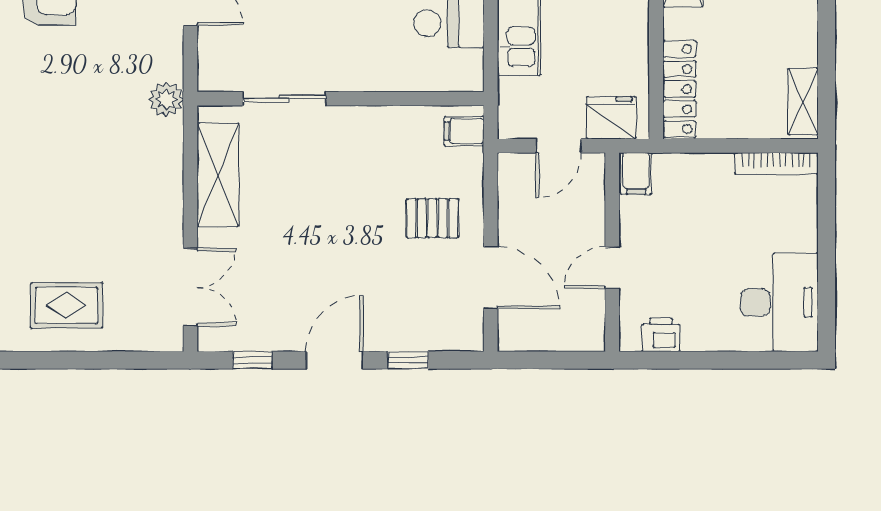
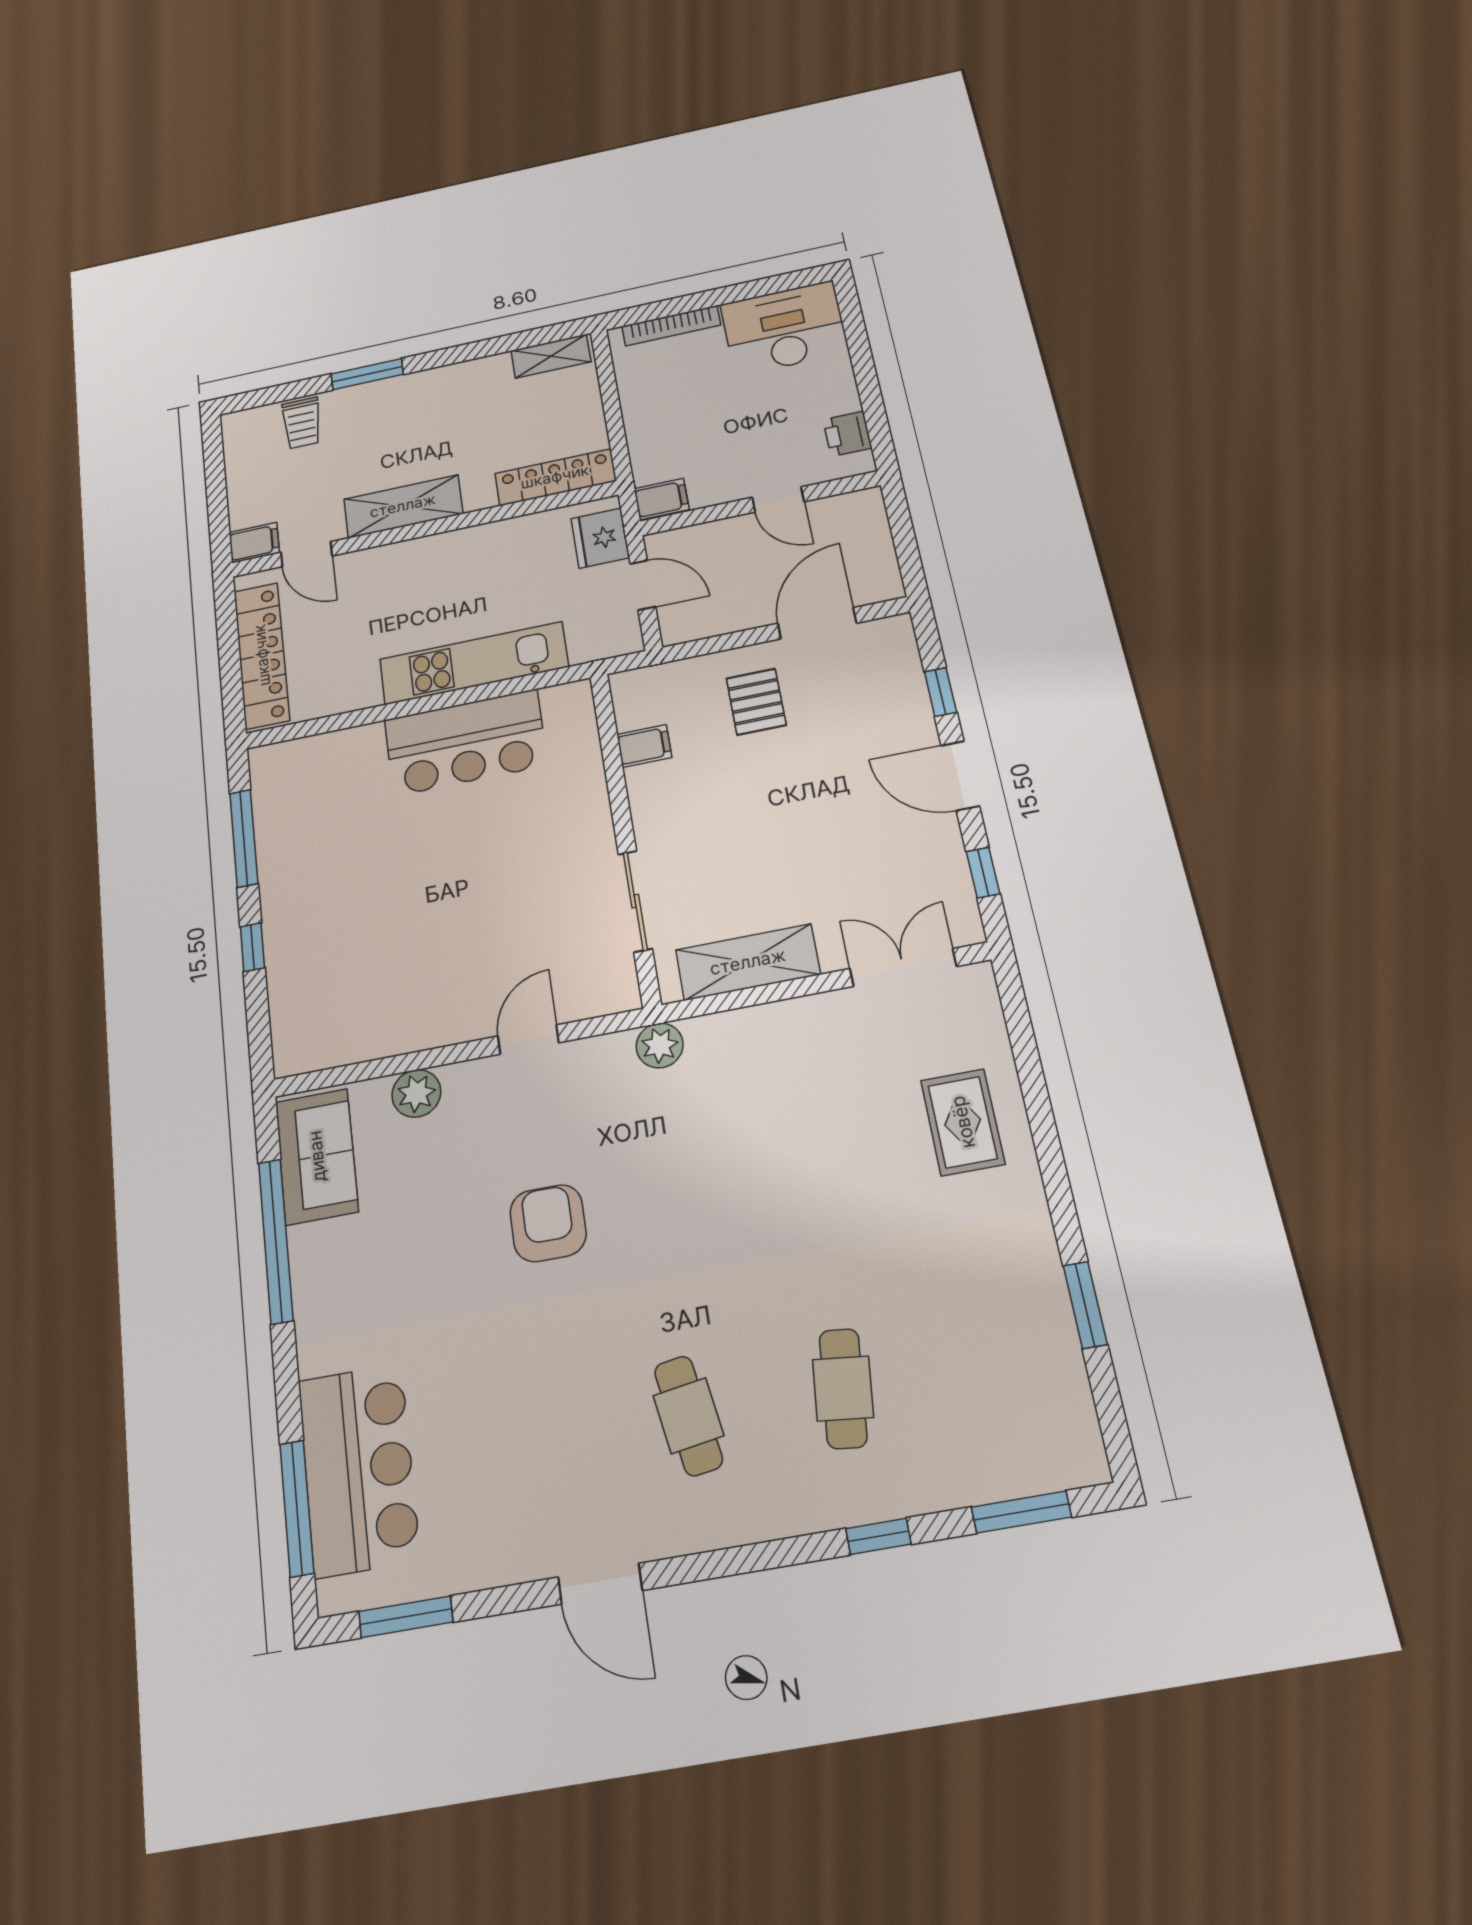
filing cabinet: (464, 131) -> (644, 746), moved, turned -90
bookcase: (776, 163) -> (671, 326), moved, turned 90

